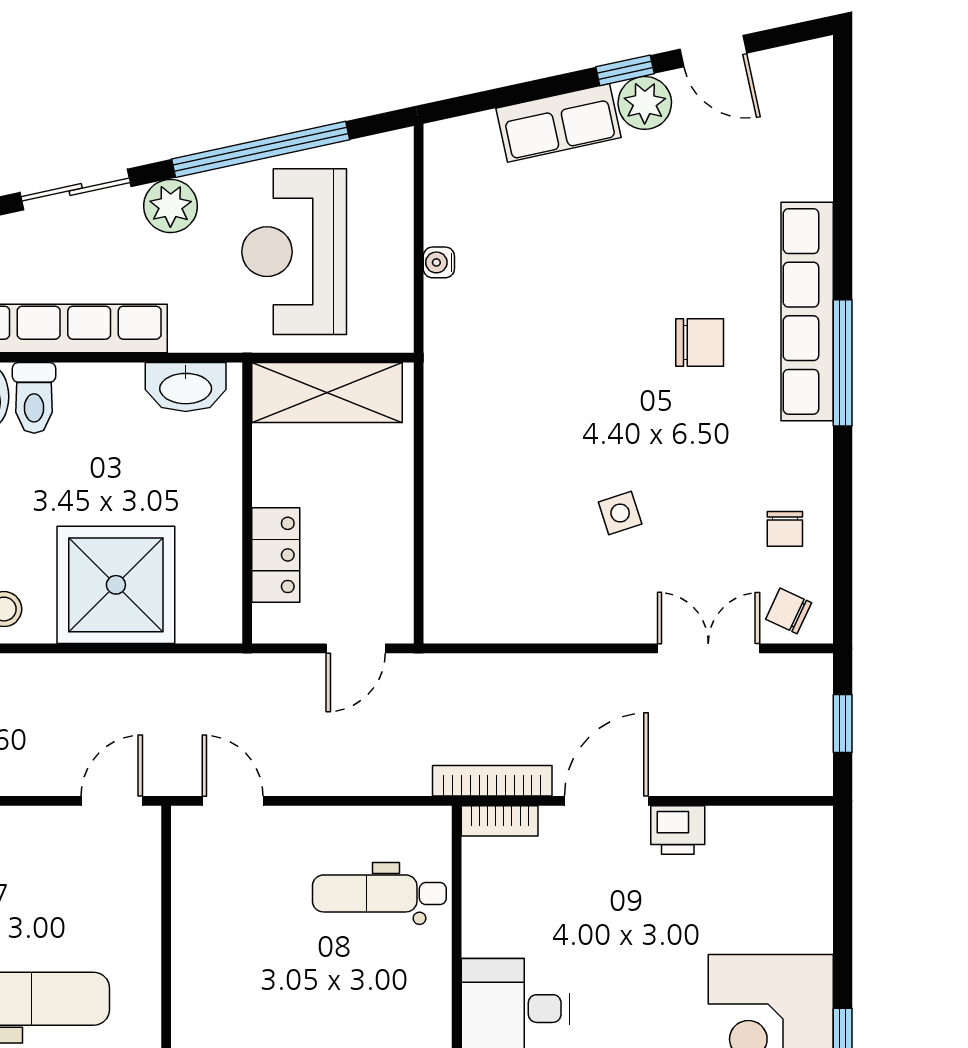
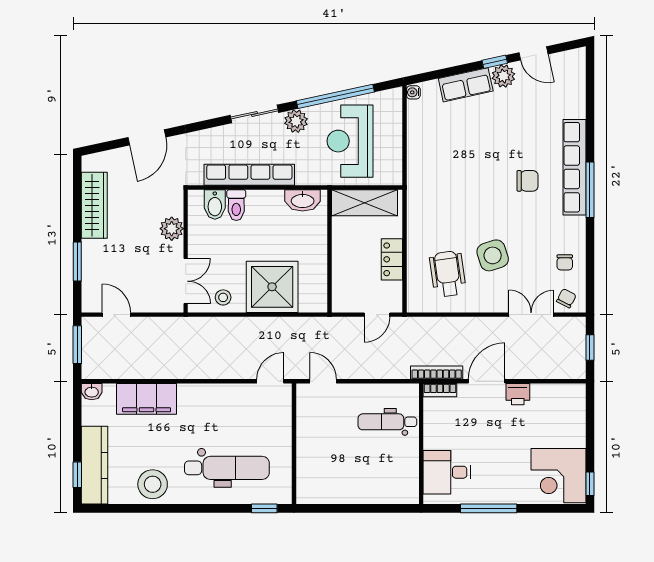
water cooler: (439, 262) -> (413, 92), moved
side table: (620, 513) -> (493, 255), width x1.87, depth x1.87
locker: (276, 555) -> (392, 259), moved, turned 180
wheelchair: (517, 555) -> (448, 274), added
chair: (789, 611) -> (566, 298), turned 92

